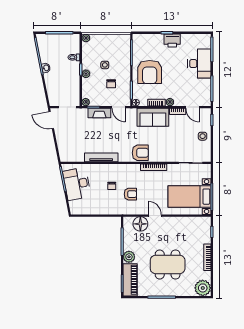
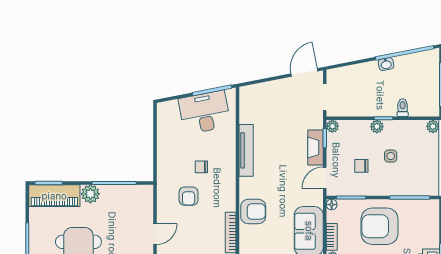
armchair: (140, 153) -> (253, 211), turned -90
floor lamp: (140, 224) -> (142, 212), removed

